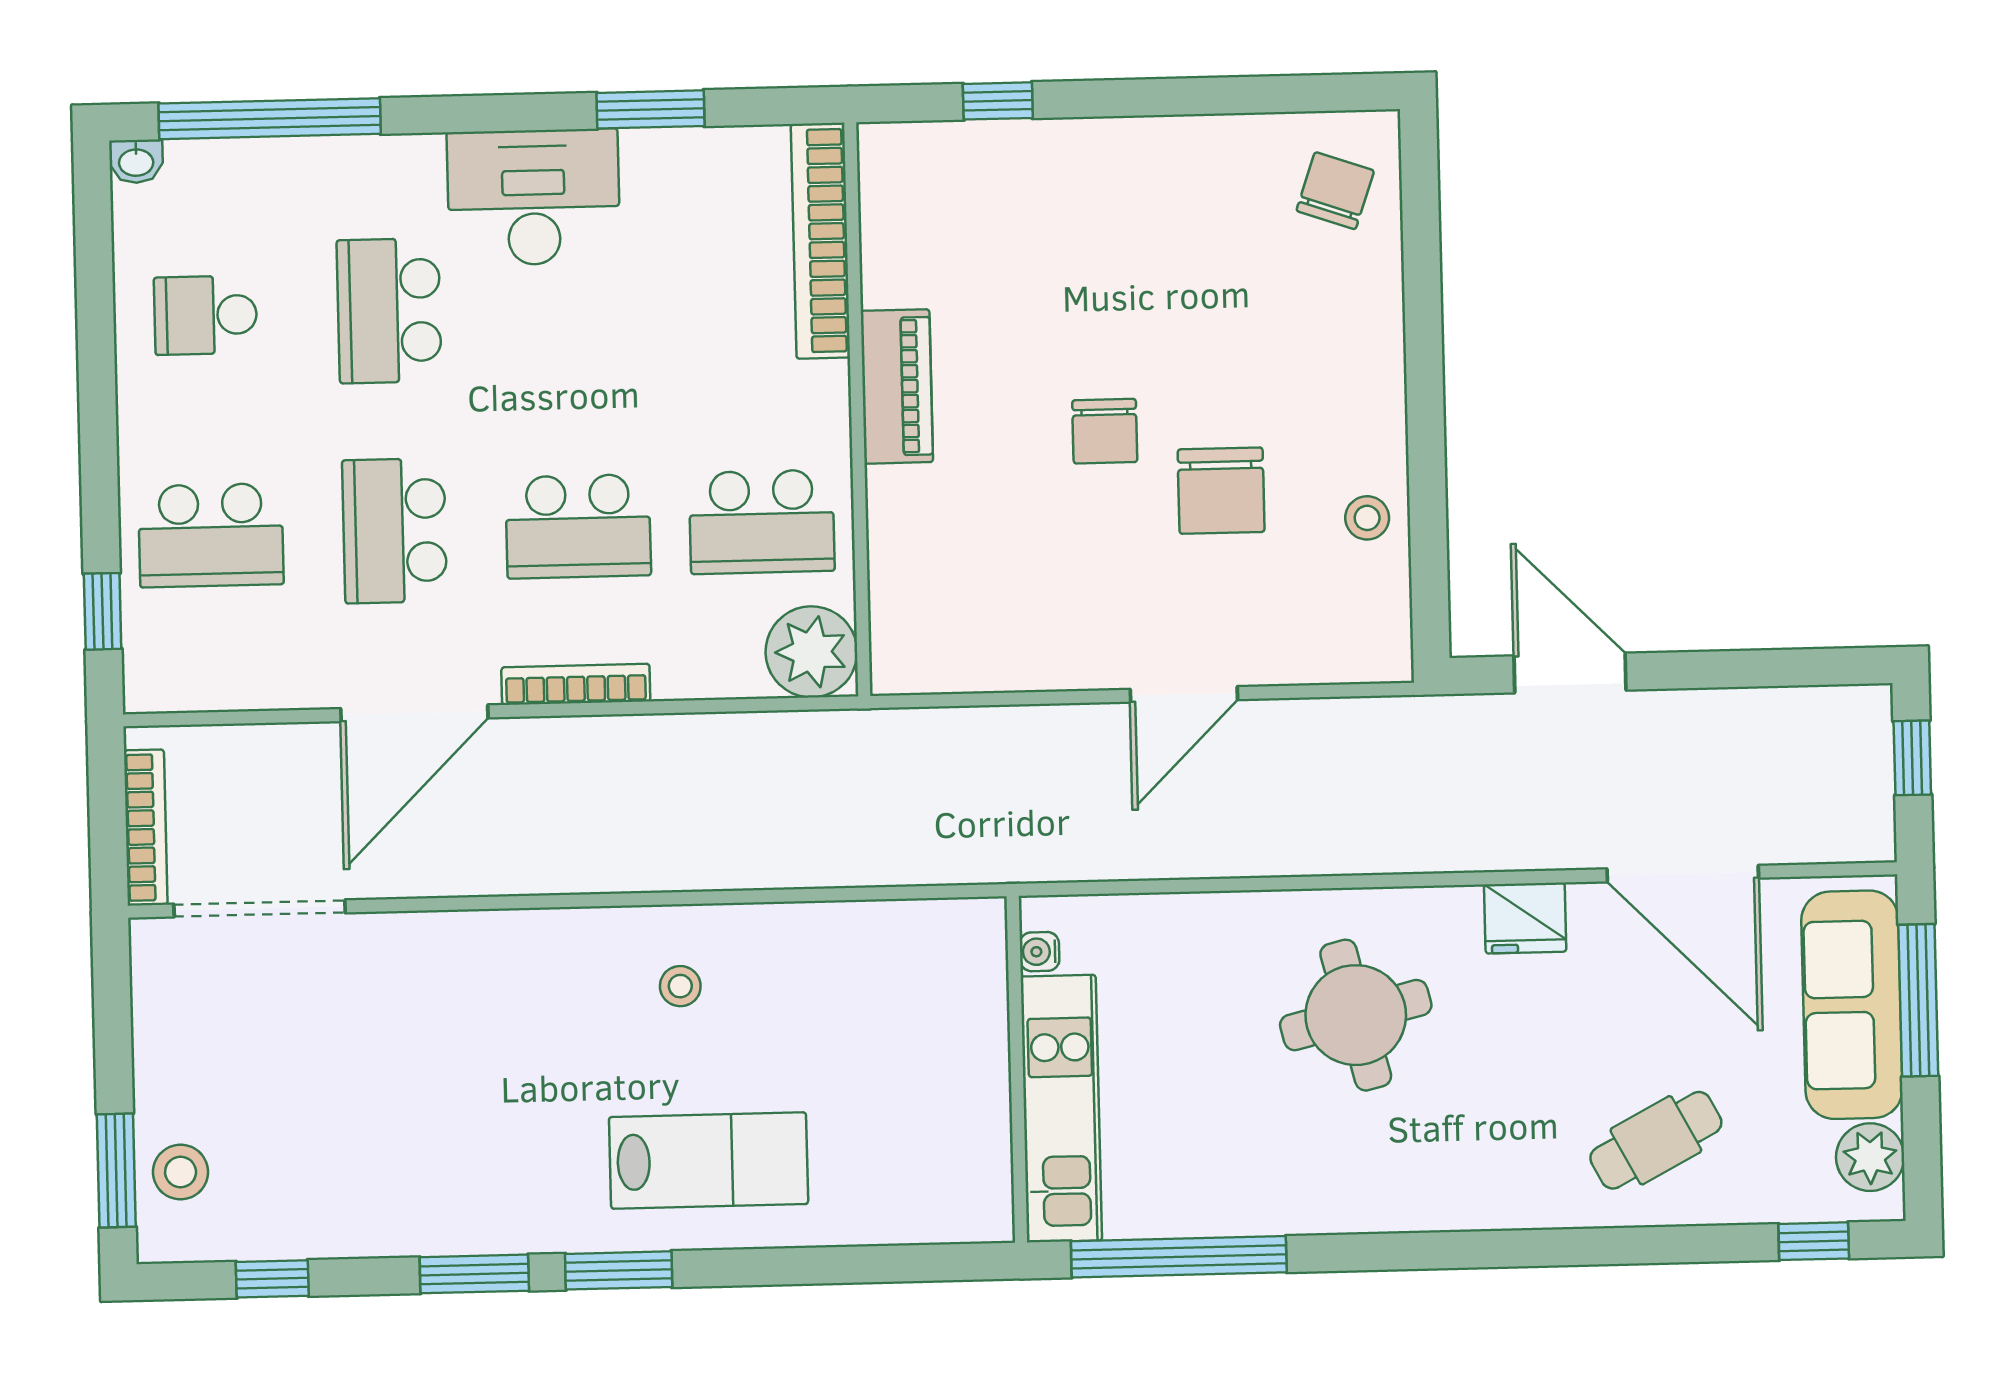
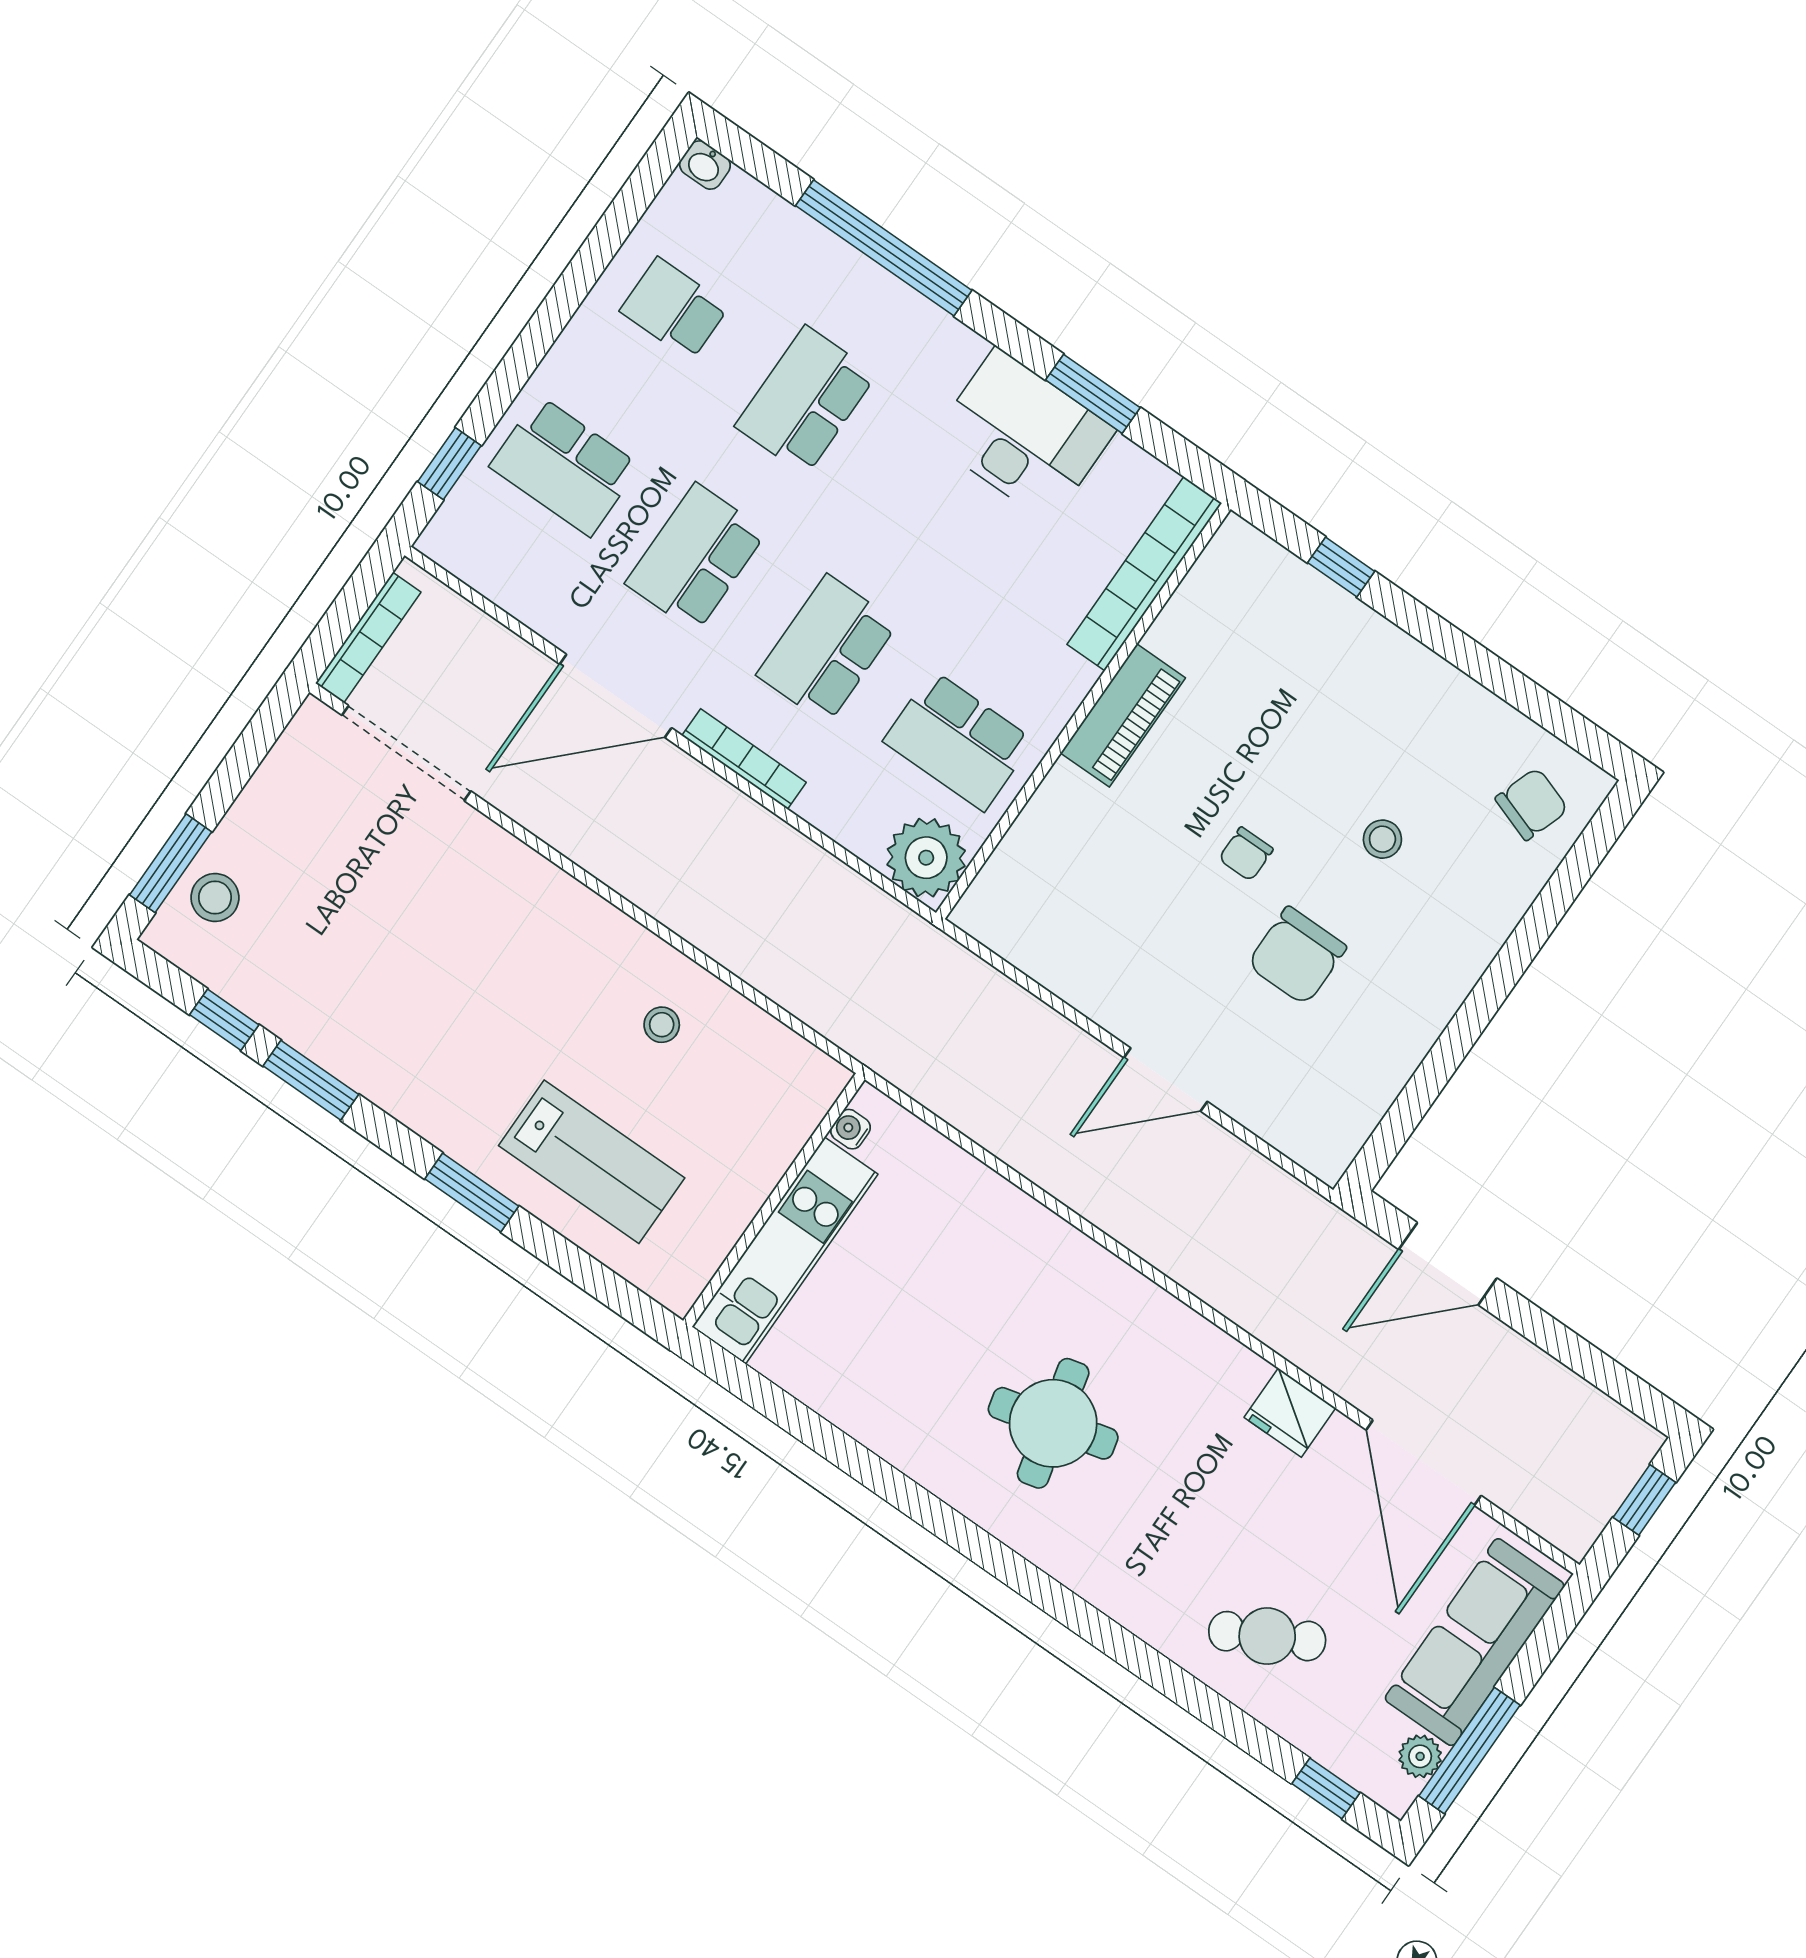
window: (270, 119) -> (884, 248), moved
desk: (534, 197) -> (1023, 435), moved
chair: (1105, 431) -> (1246, 854), width x0.73, depth x0.73
stool: (1367, 518) -> (1382, 839), moved
school desk: (578, 526) -> (827, 649), turned 90
door: (1570, 673) -> (1448, 1264), swing flipped
water cooler: (1040, 952) -> (851, 1129), moved
window: (1918, 1000) -> (1469, 1751), moved
round table: (1356, 1015) -> (1053, 1423), moved
wall: (1017, 1069) -> (774, 1200), moved
kitchen unit: (1061, 1109) -> (785, 1251), moved
plant: (1870, 1157) -> (1420, 1756), width x0.73, depth x0.73
window: (1179, 1257) -> (872, 1472), removed
window: (474, 1274) -> (311, 1080), moved

